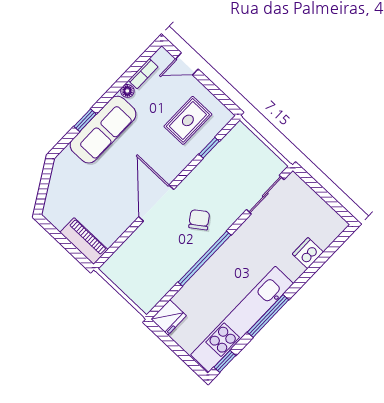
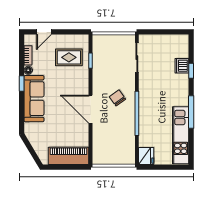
window: (85, 120) -> (22, 84), moved
rug: (188, 120) -> (69, 57), turned 90
piano: (84, 241) -> (68, 156), width x1.37, depth x1.33
kitchen unit: (242, 319) -> (181, 135), width x0.73
window: (225, 361) -> (191, 71), moved

